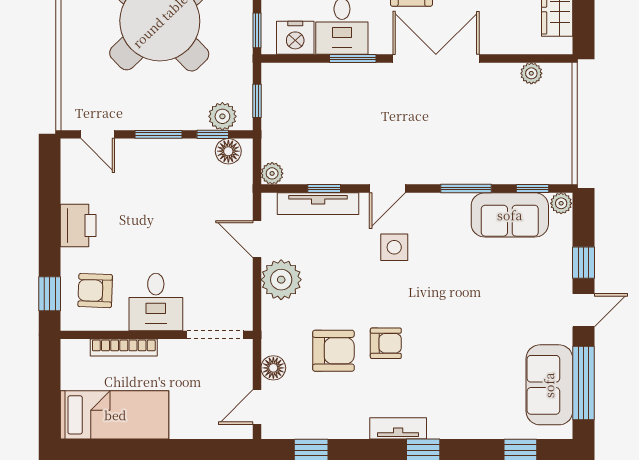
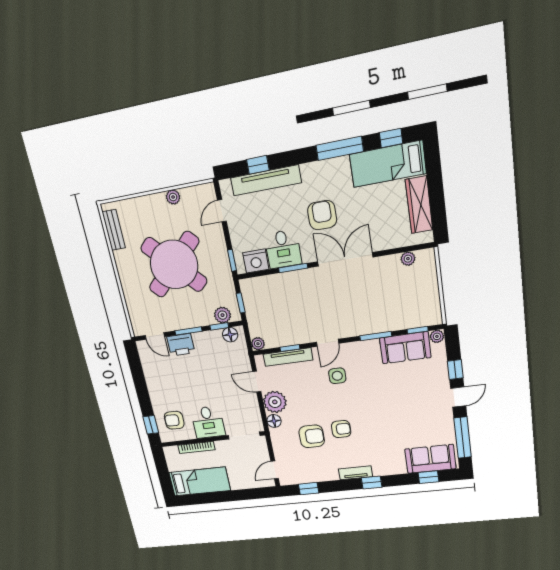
printer: (78, 226) -> (181, 345), moved, turned 90
floor lamp: (273, 368) -> (274, 421), moved
sofa: (549, 385) -> (430, 459), moved, turned 90

